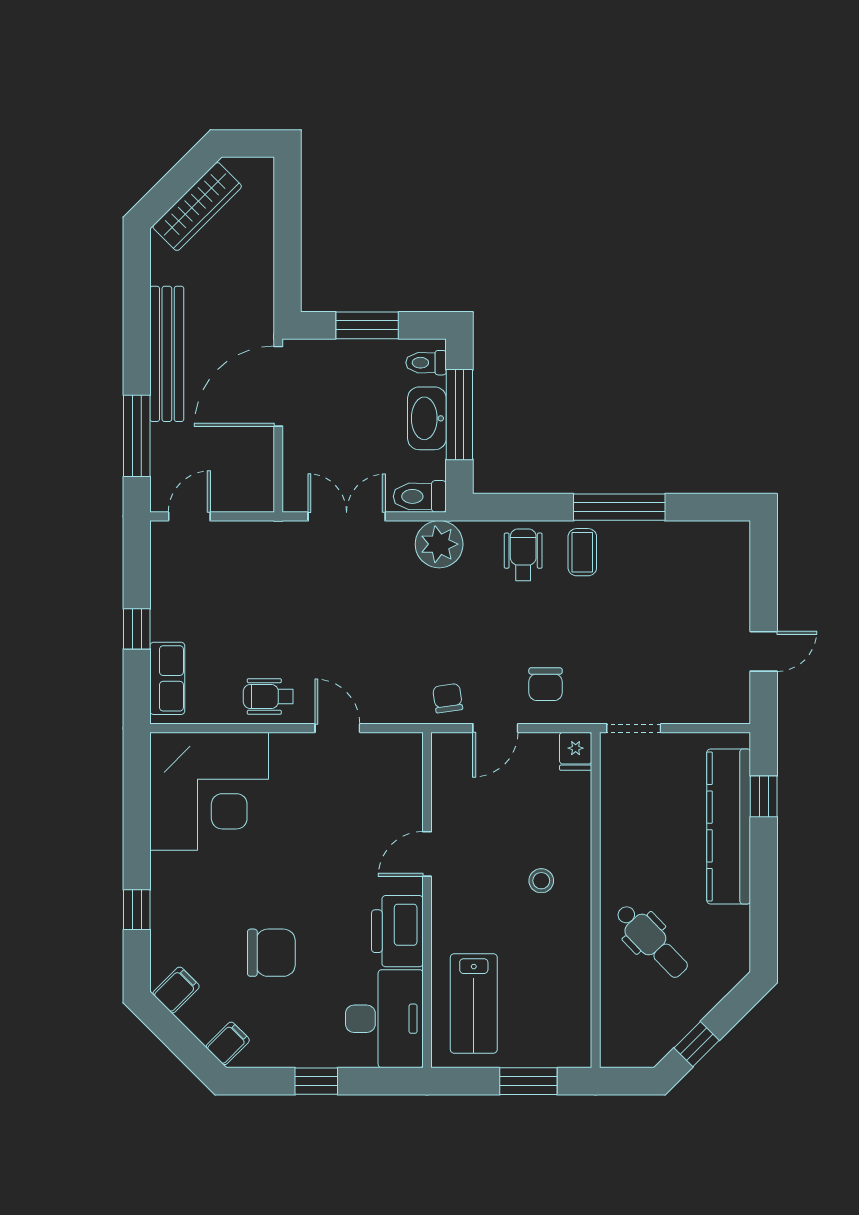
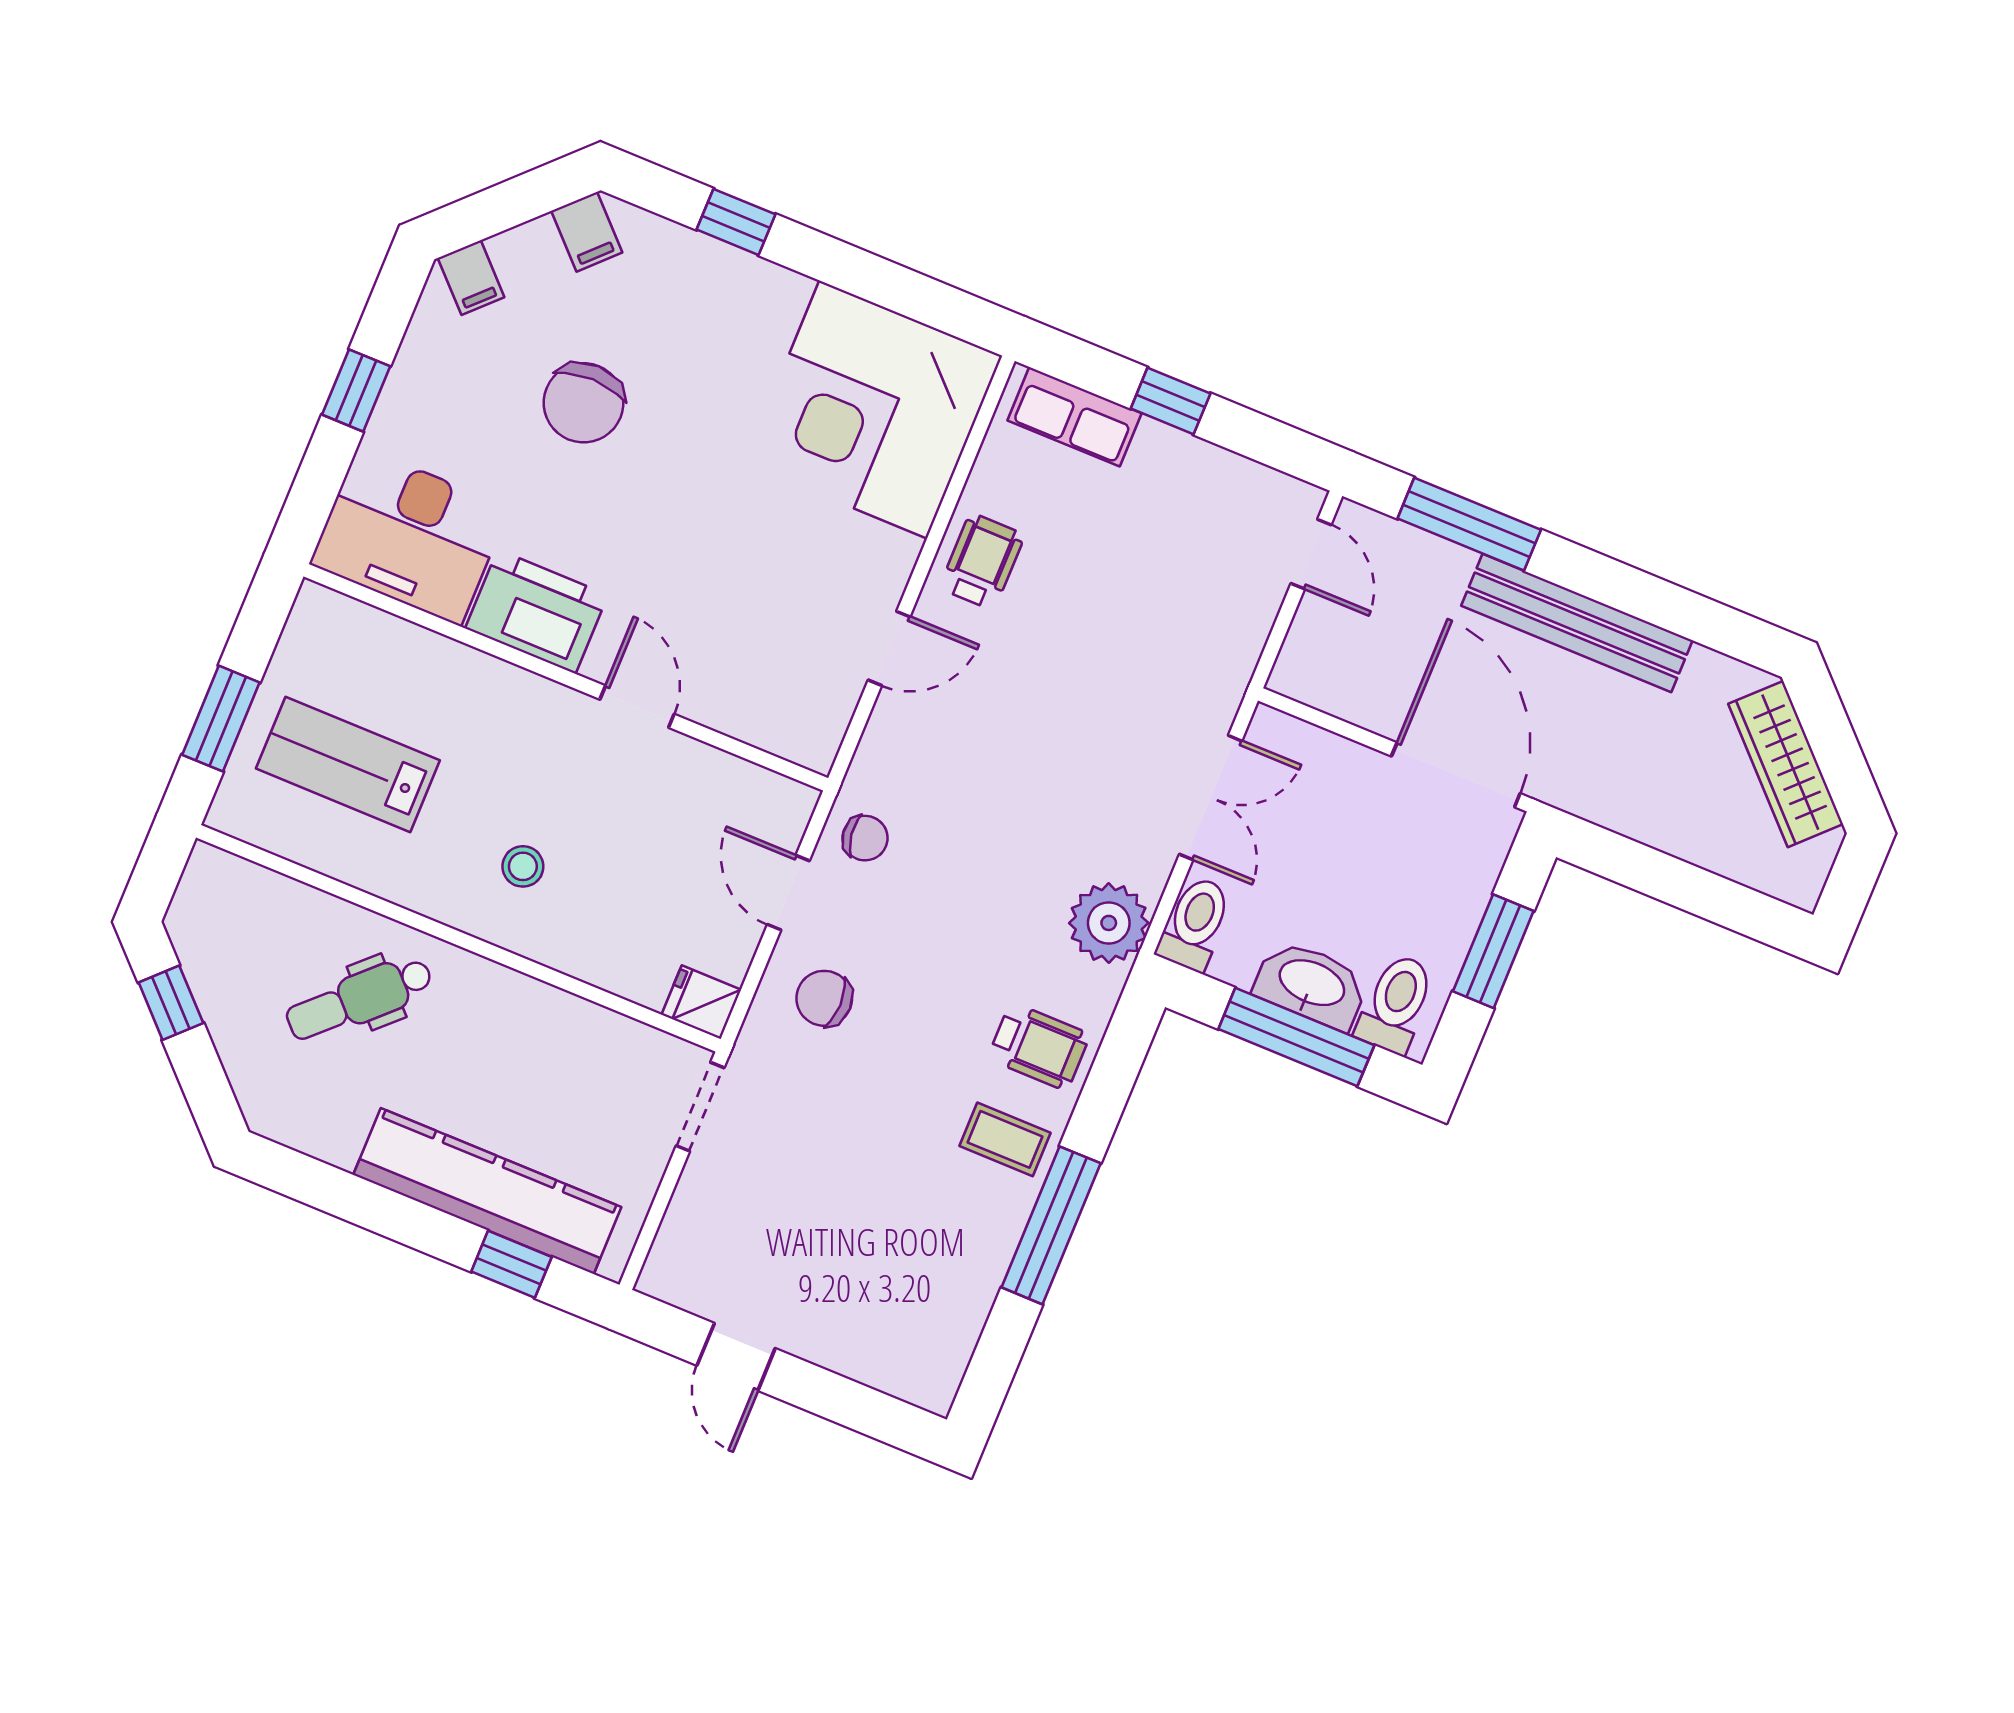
toilet: (426, 363) -> (1396, 1004), width x1.37, depth x1.39
lab bench: (474, 1003) -> (348, 764), moved

